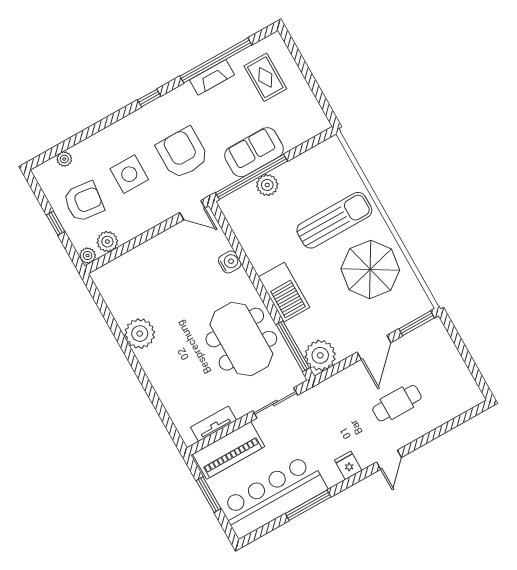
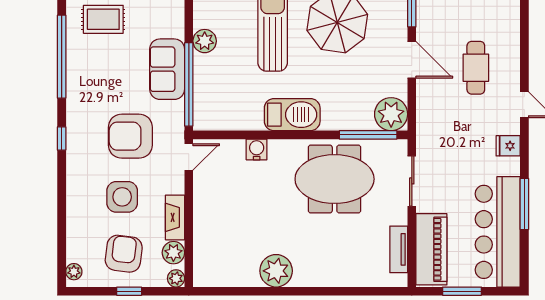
fireplace: (212, 77) -> (175, 217), moved, turned 180
plant: (64, 159) -> (74, 272), moved
plant: (267, 185) -> (205, 41), moved
barbecue: (284, 292) -> (292, 115), moved

